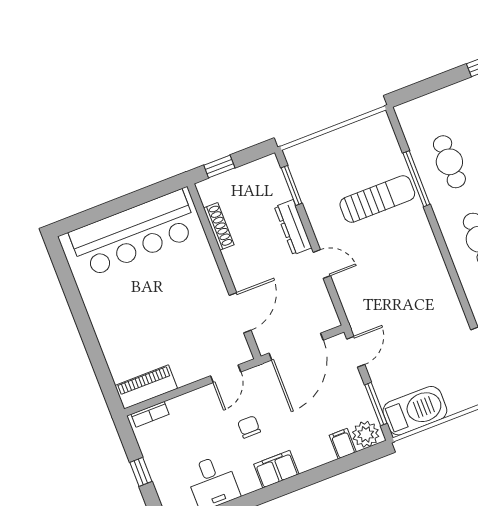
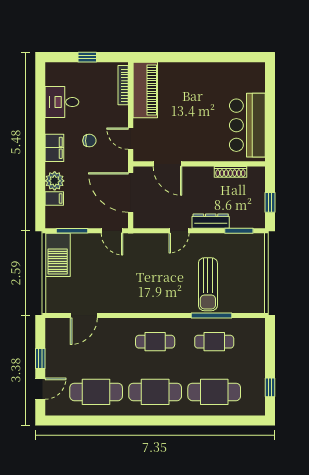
window: (219, 167) -> (270, 202), moved
bar counter: (134, 234) -> (247, 125), width x0.73
piano: (146, 387) -> (145, 90), width x1.37, depth x1.33
bookcase: (150, 414) -> (123, 85), width x1.56
plant: (366, 434) -> (55, 181), moved

